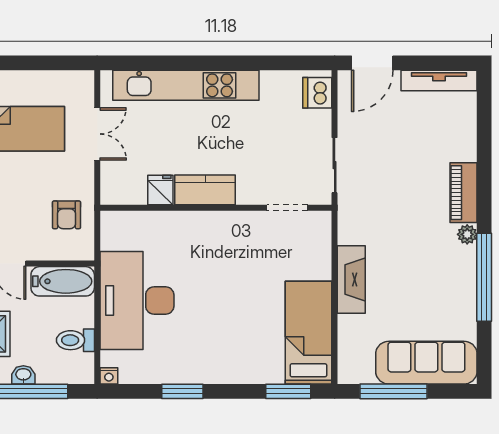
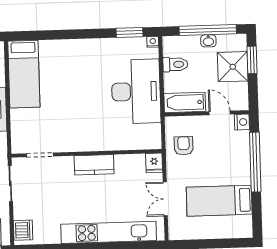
fridge: (160, 190) -> (154, 163), moved
window: (182, 391) -> (129, 33), moved
window: (288, 391) -> (36, 35), removed

